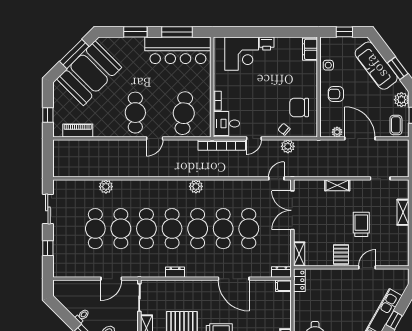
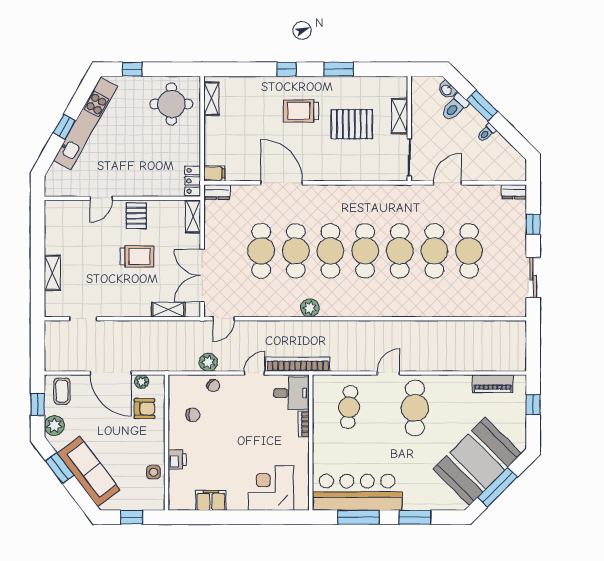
printer: (267, 43) -> (177, 460), moved, turned 90
filing cabinet: (310, 49) -> (211, 500), moved, turned -90
armchair: (336, 94) -> (144, 408), moved
chair: (299, 107) -> (193, 415), width x0.54, depth x0.54
cafe table: (184, 113) -> (349, 407), width x0.73, depth x0.74
shelving: (337, 185) -> (168, 310), moved
plant: (196, 186) -> (310, 308), moved
plant: (106, 187) -> (455, 308), removed
double door: (292, 210) -> (202, 276), swing flipped
trolley: (361, 224) -> (137, 256), moved, turned -90
dresser: (175, 272) -> (514, 192), moved

